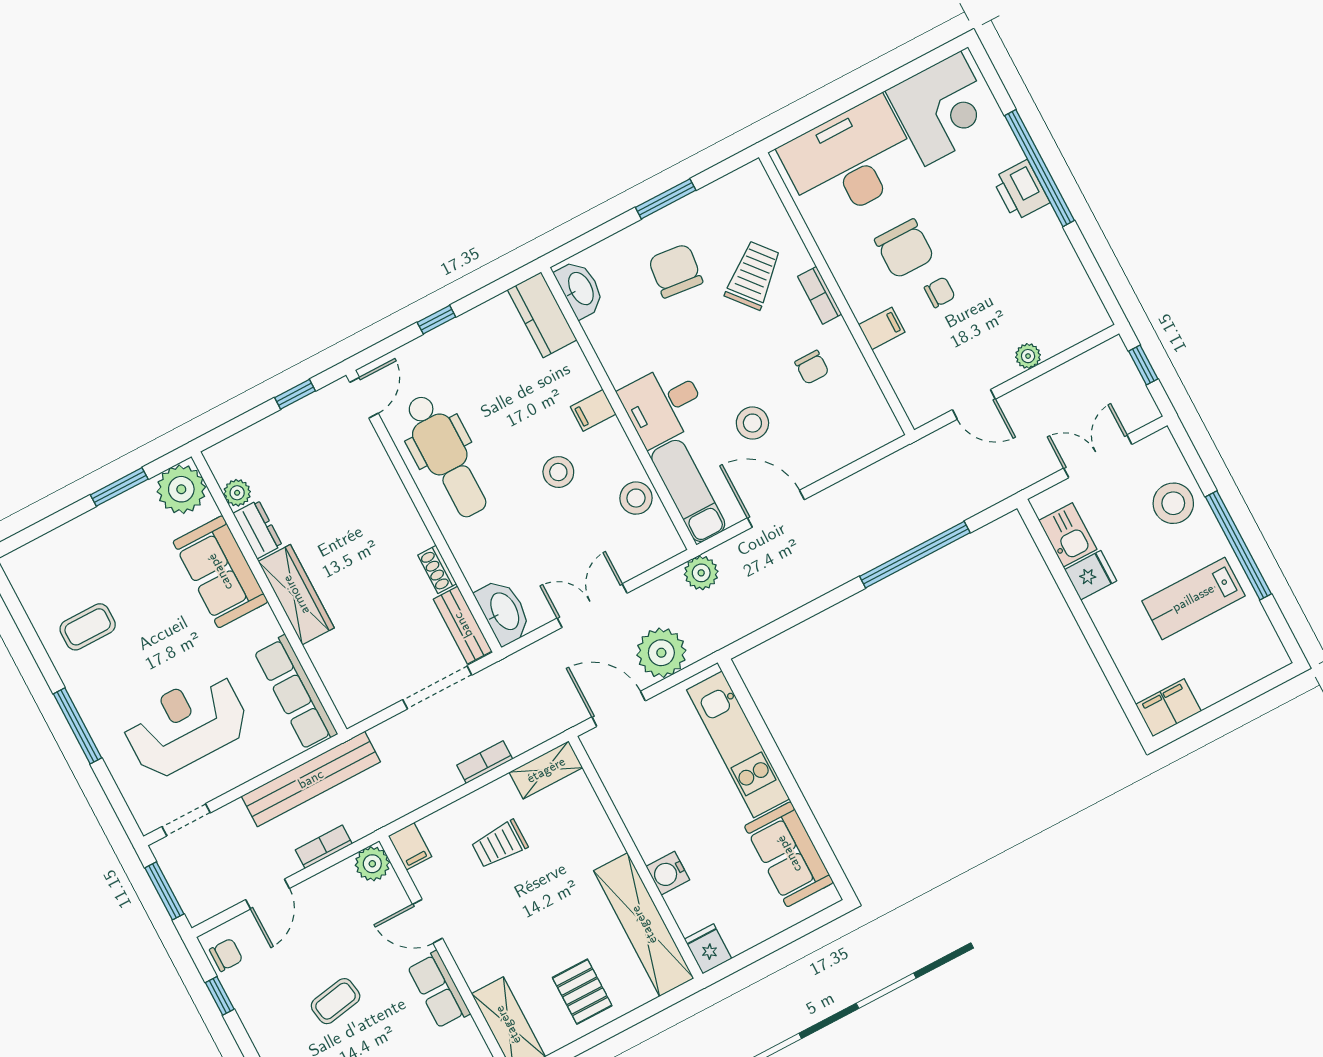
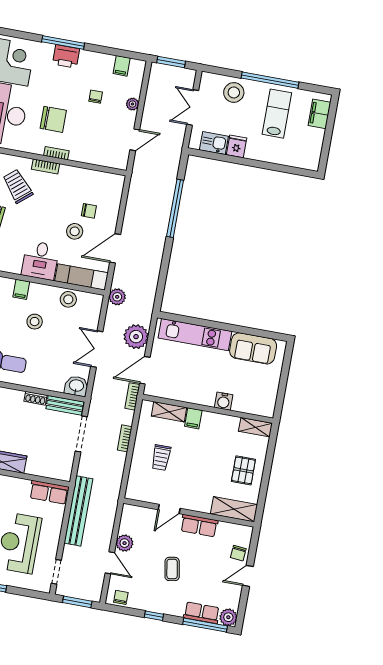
window: (1039, 168) -> (63, 42), width x0.68
chair: (940, 292) -> (96, 97), moved
bookcase: (854, 296) -> (56, 153), added
filing cabinet: (882, 328) -> (122, 66), moved, turned 180
window: (1143, 365) -> (171, 62), width x1.50
chair: (812, 367) -> (89, 211), moved
lab bench: (1193, 598) -> (277, 114), turned 180
washbasin: (504, 612) -> (76, 386), width x0.72
row of seats: (296, 693) -> (49, 492), width x0.68
filing cabinet: (1168, 708) -> (319, 114), moved
shelving: (546, 770) -> (169, 412), moved, turned 90
filing cabinet: (410, 846) -> (193, 418), moved, turned 90
bookcase: (324, 847) -> (132, 396), moved
plant: (372, 864) -> (125, 543), moved
shelving: (644, 925) -> (255, 427), width x0.45, depth x0.75
fridge: (708, 949) -> (265, 409), removed
pallet: (582, 992) -> (243, 470), turned 90
window: (220, 996) -> (154, 616), moved

